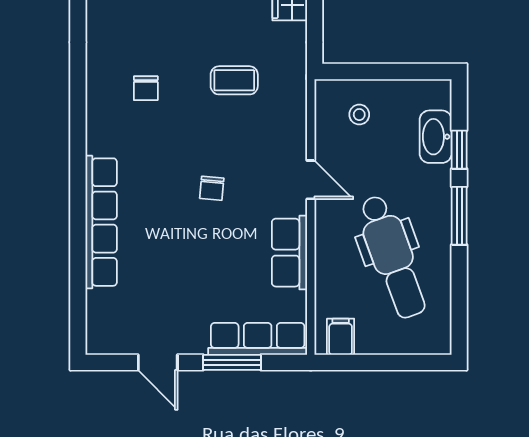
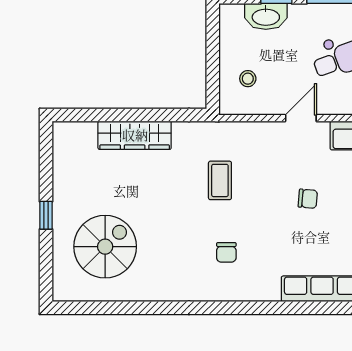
chair: (146, 88) -> (226, 252), turned 90

